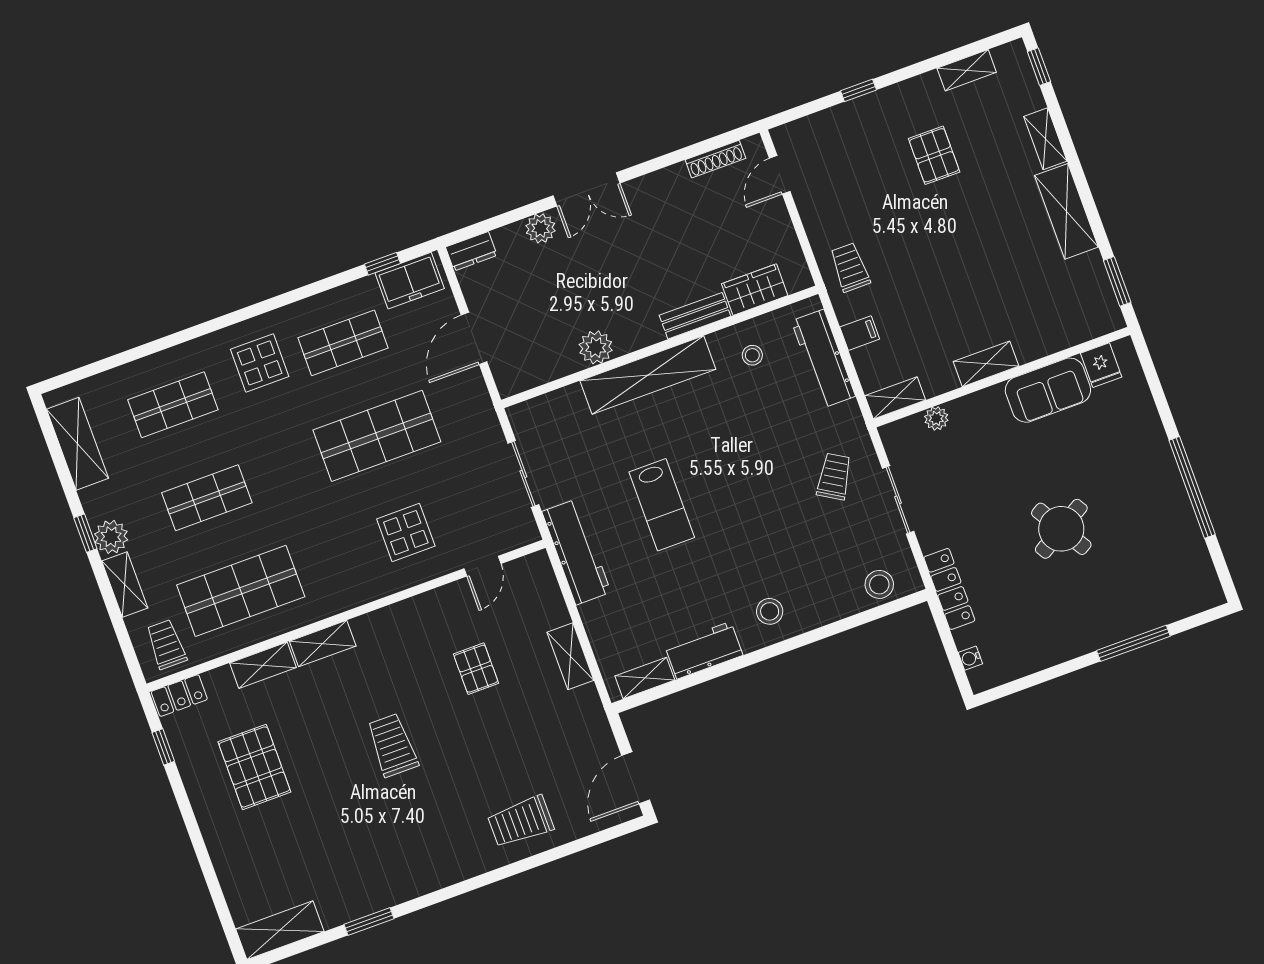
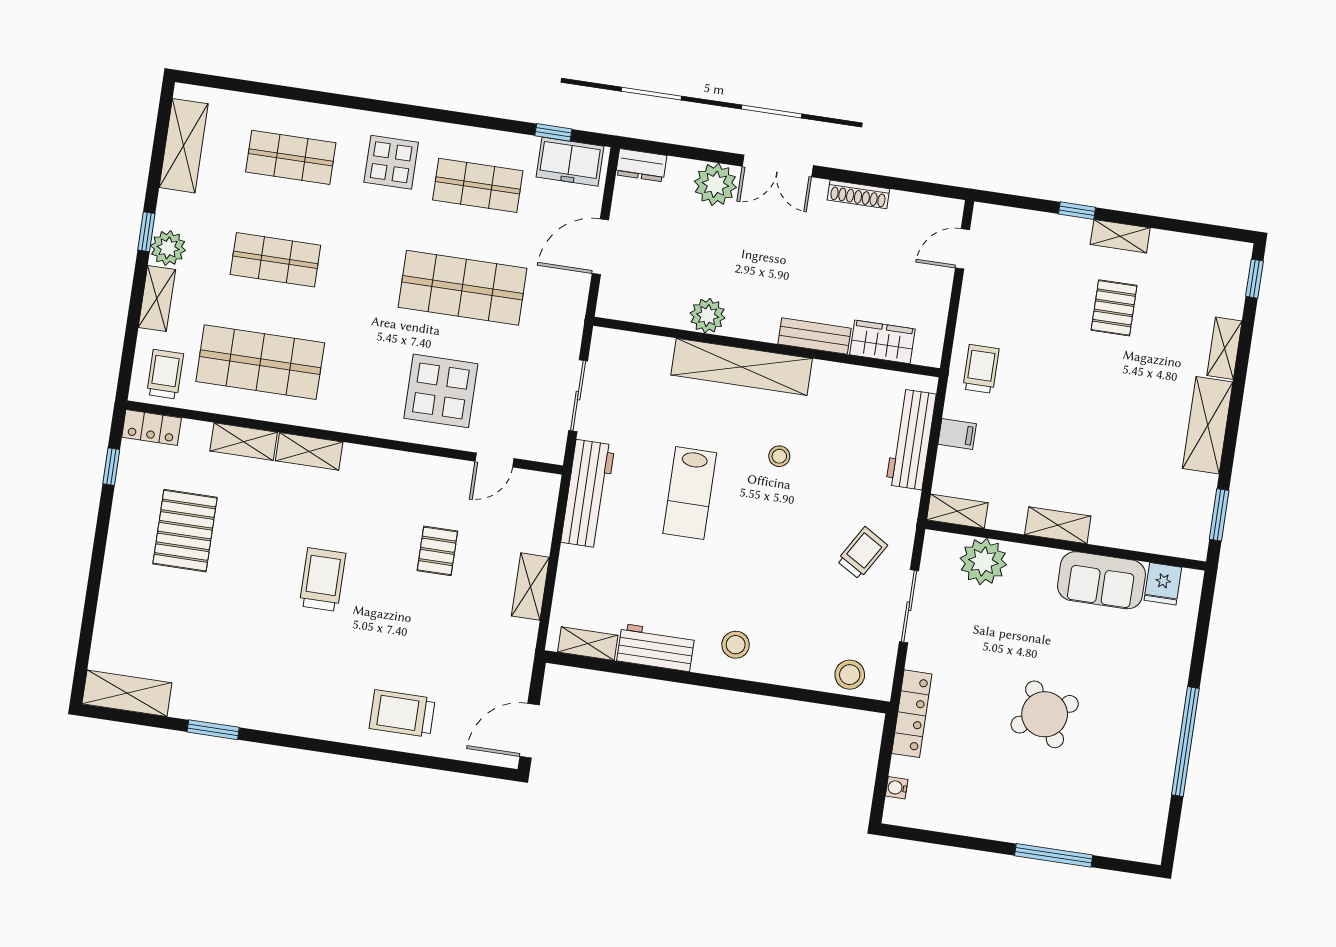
shelving: (967, 70) -> (1120, 236), moved
shoe rack: (715, 159) -> (858, 194), moved
plant: (541, 228) -> (715, 184), width x1.36, depth x1.36
stool: (752, 355) -> (779, 456), moved
plant: (936, 418) -> (983, 562), width x1.88, depth x1.88
display table: (406, 533) -> (441, 391), width x1.36, depth x1.36

